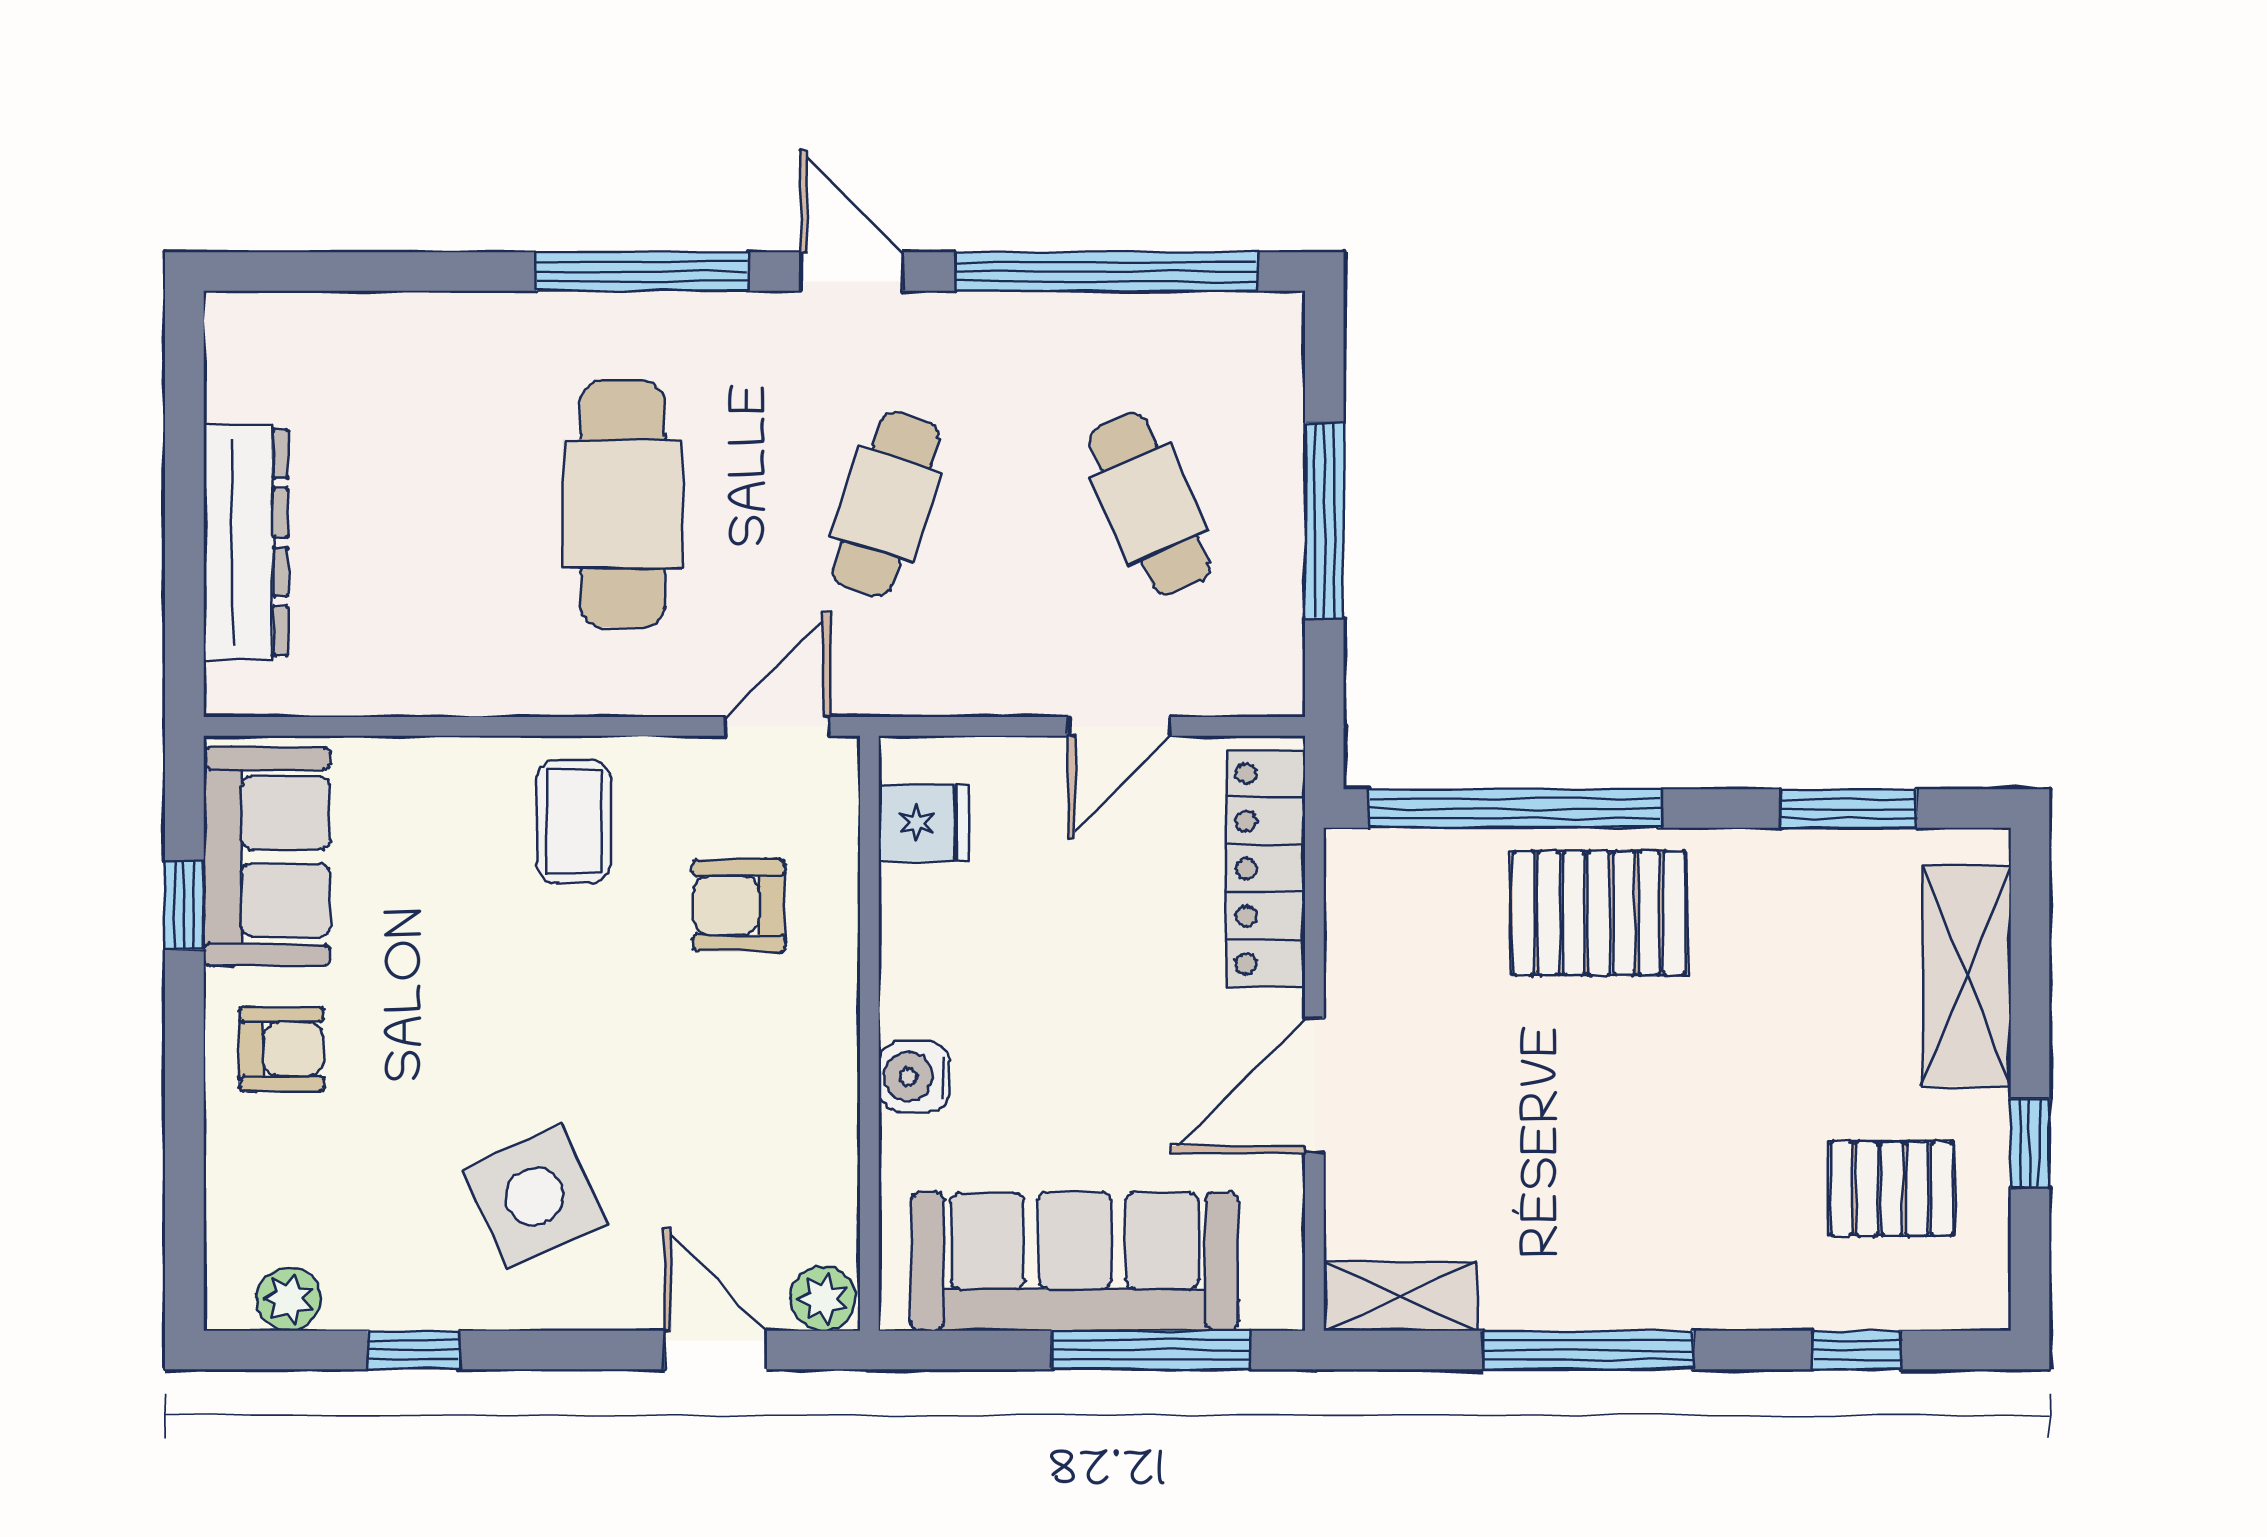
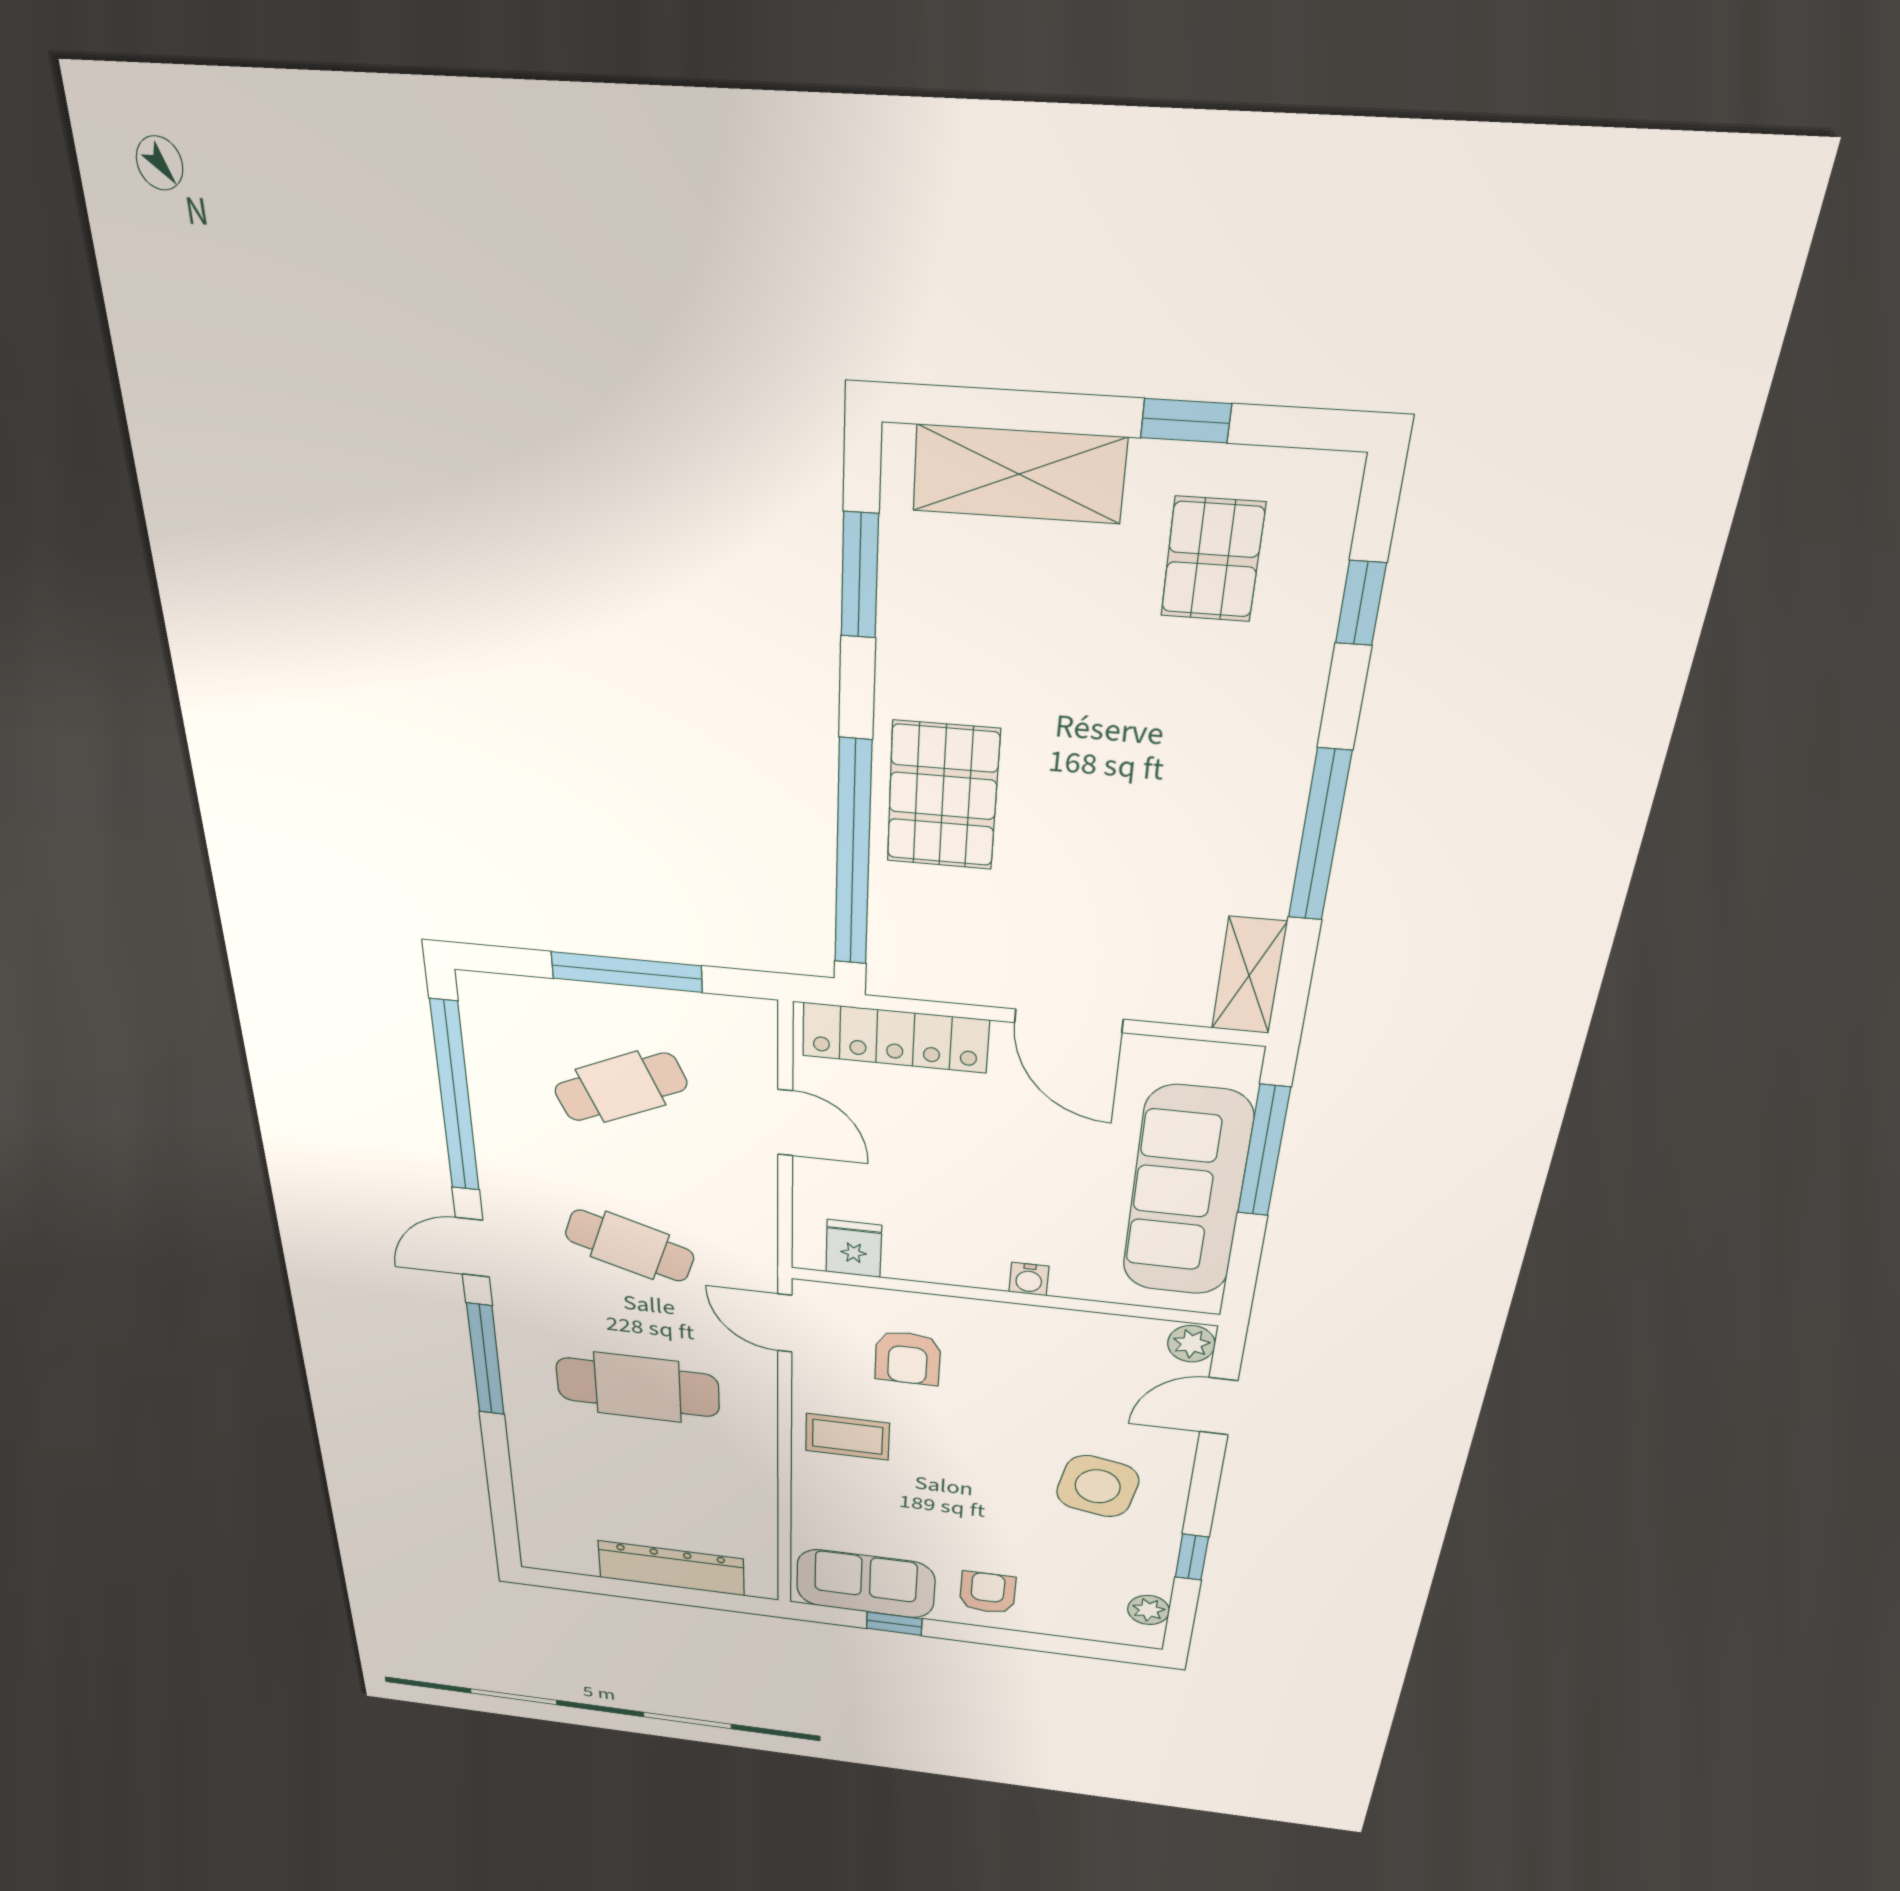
water cooler: (914, 1077) -> (1029, 1279), width x0.72, depth x0.72
side table: (535, 1197) -> (1098, 1486), turned 35

